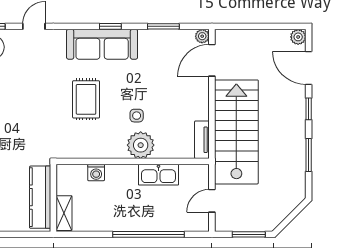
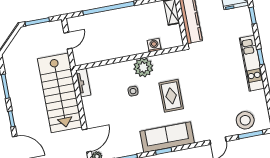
plant: (141, 145) -> (143, 67), moved
kitchen sink: (158, 175) -> (109, 52), removed

